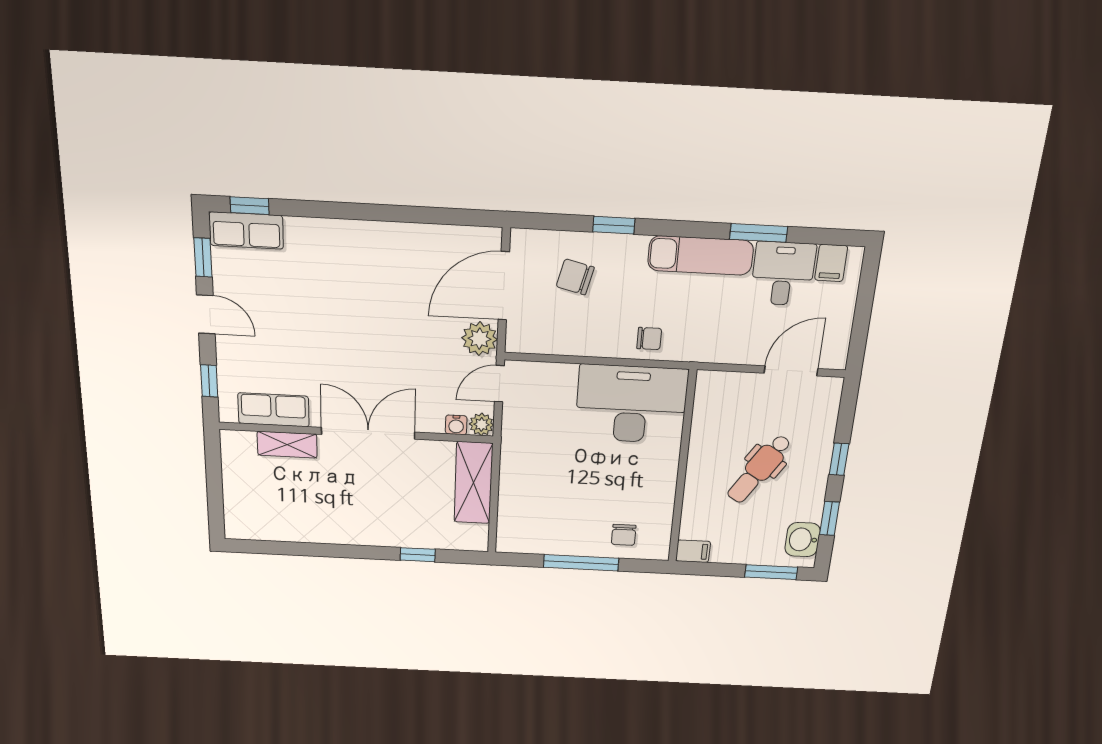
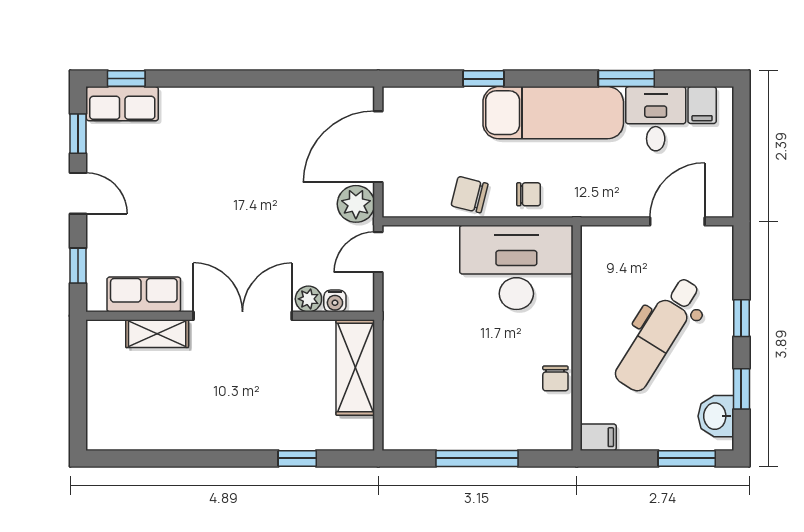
exam couch: (701, 255) -> (553, 113), width x1.36, depth x1.45
chair: (575, 277) -> (470, 195), moved
plant: (481, 424) -> (308, 299), moved
dental chair: (759, 469) -> (658, 334), width x1.36, depth x1.38
chair: (624, 535) -> (555, 378), moved

